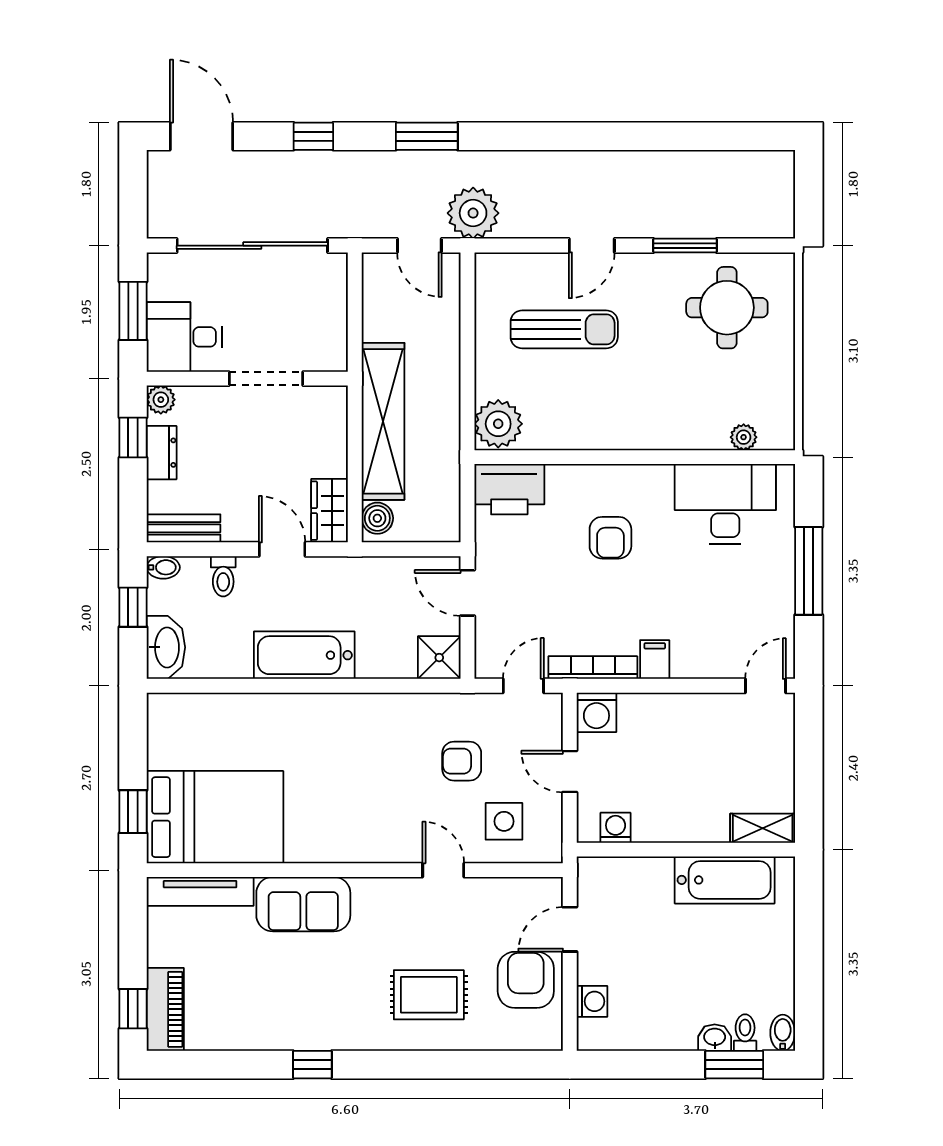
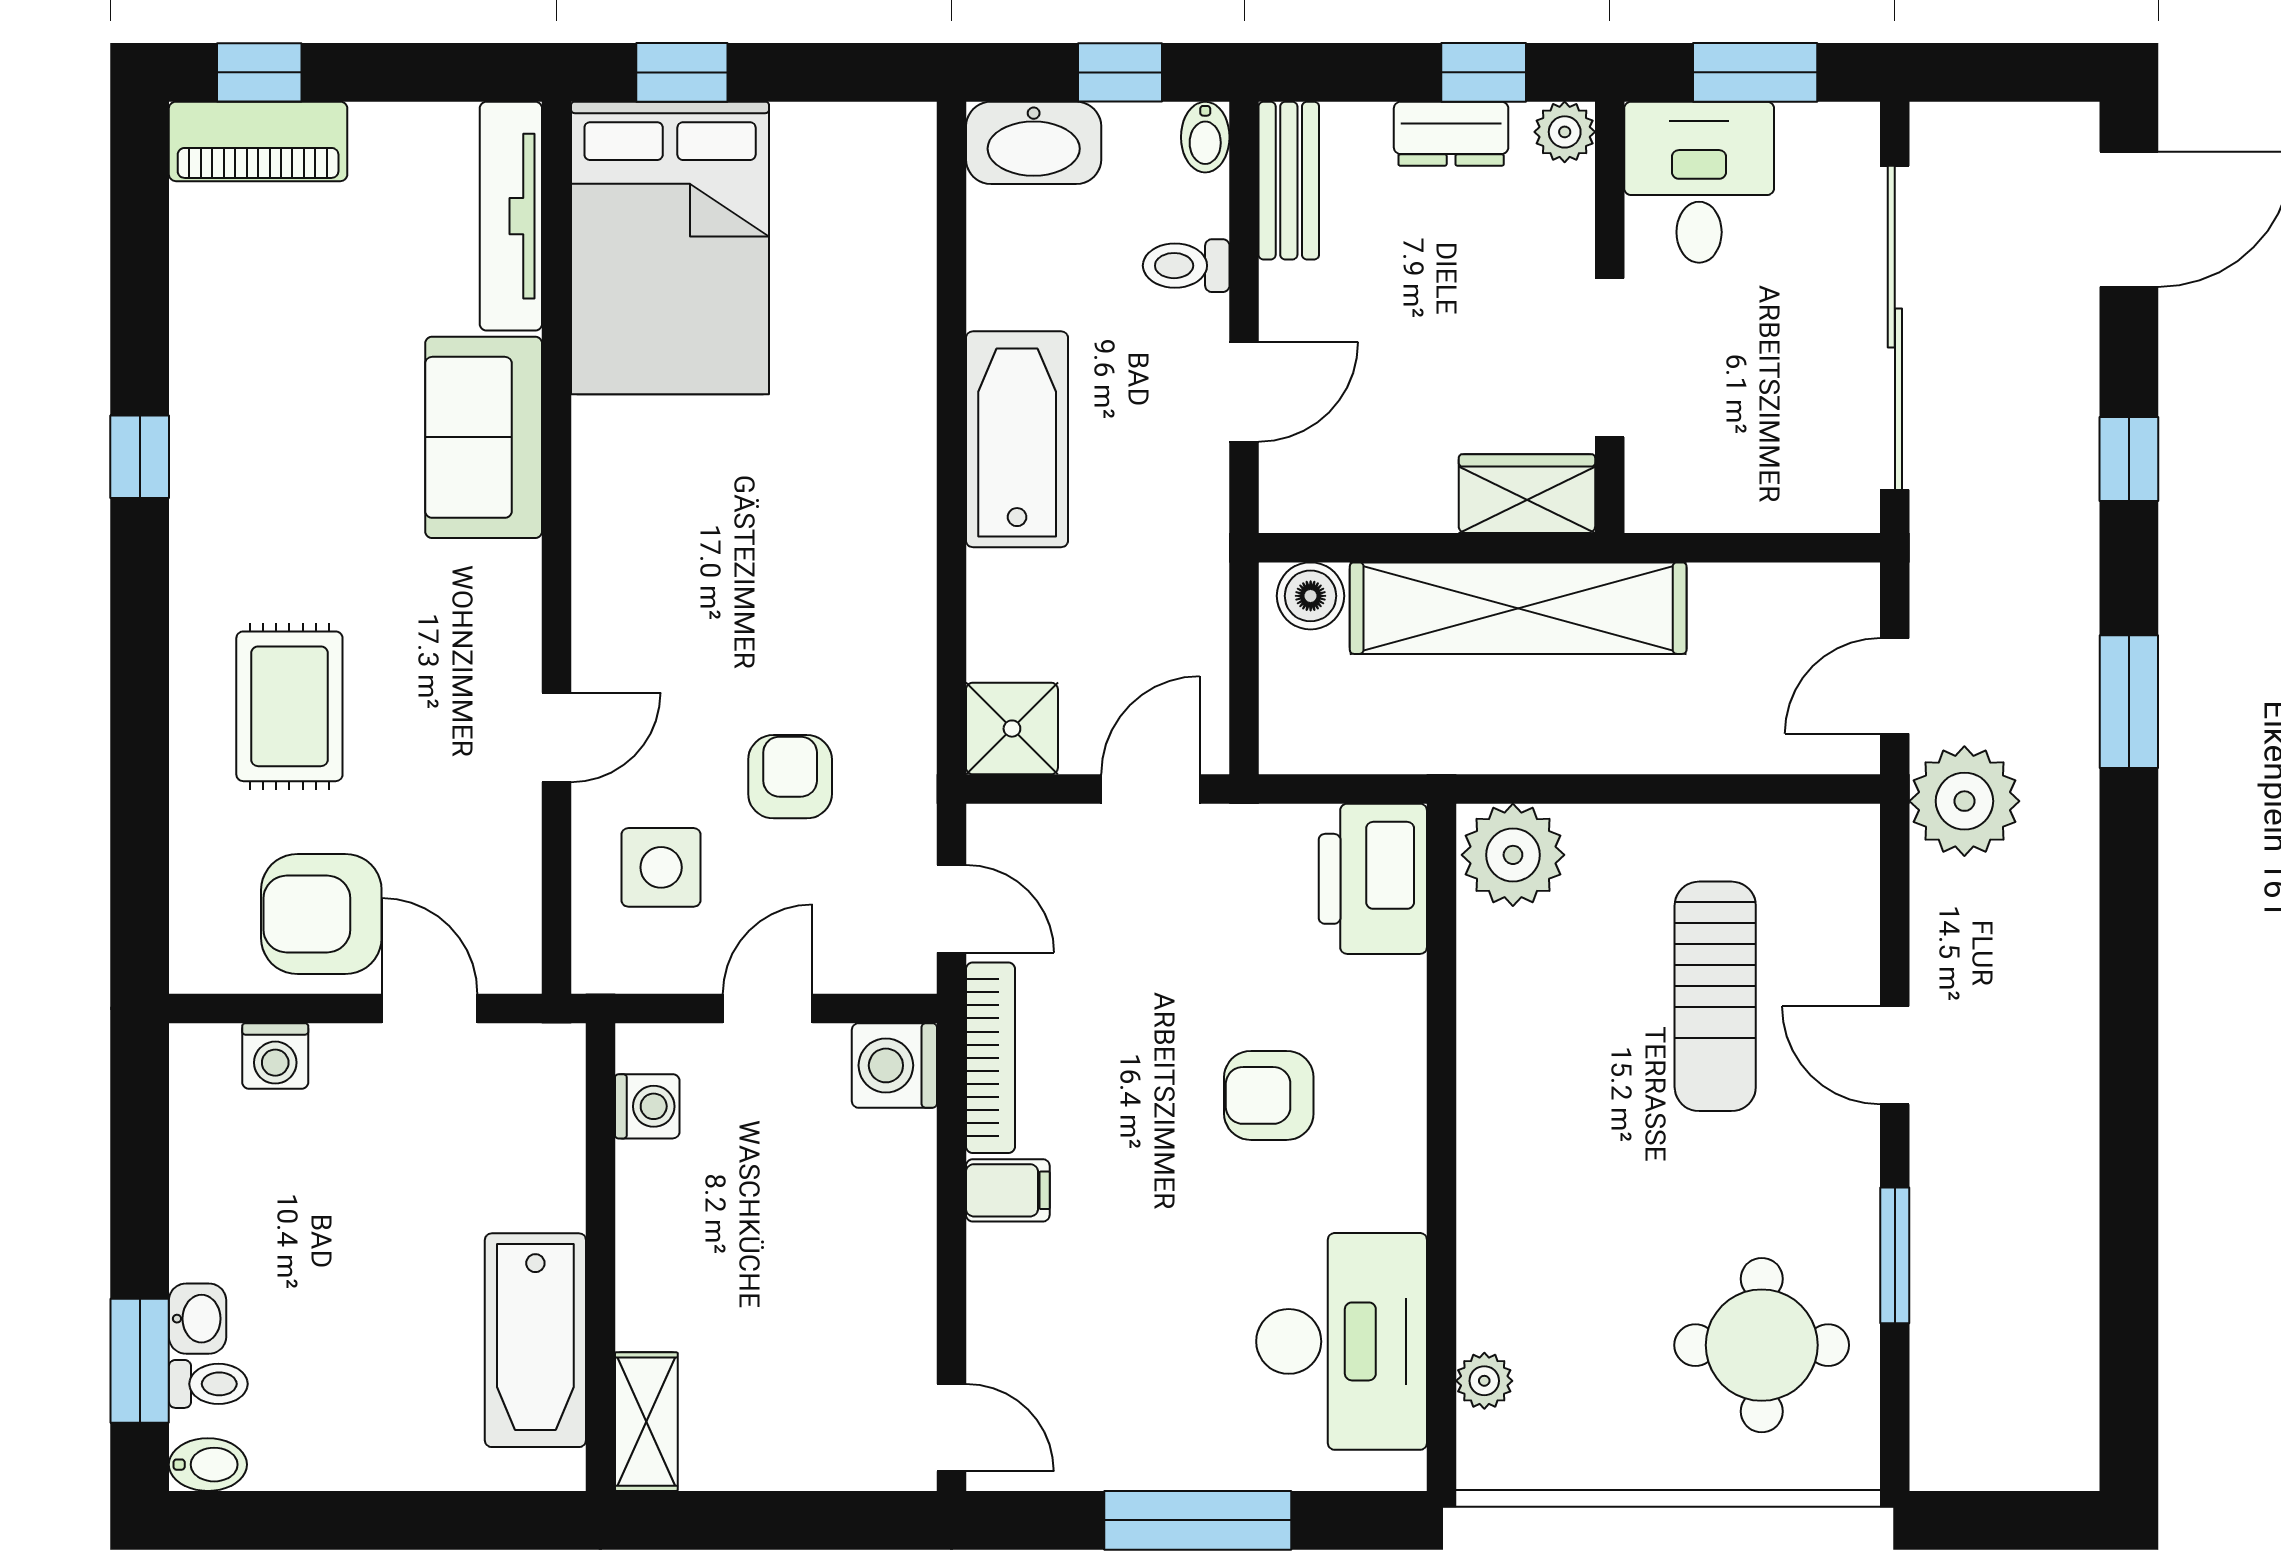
wardrobe: (330, 511) -> (1527, 494), moved
armchair: (526, 980) -> (321, 914), turned 180

